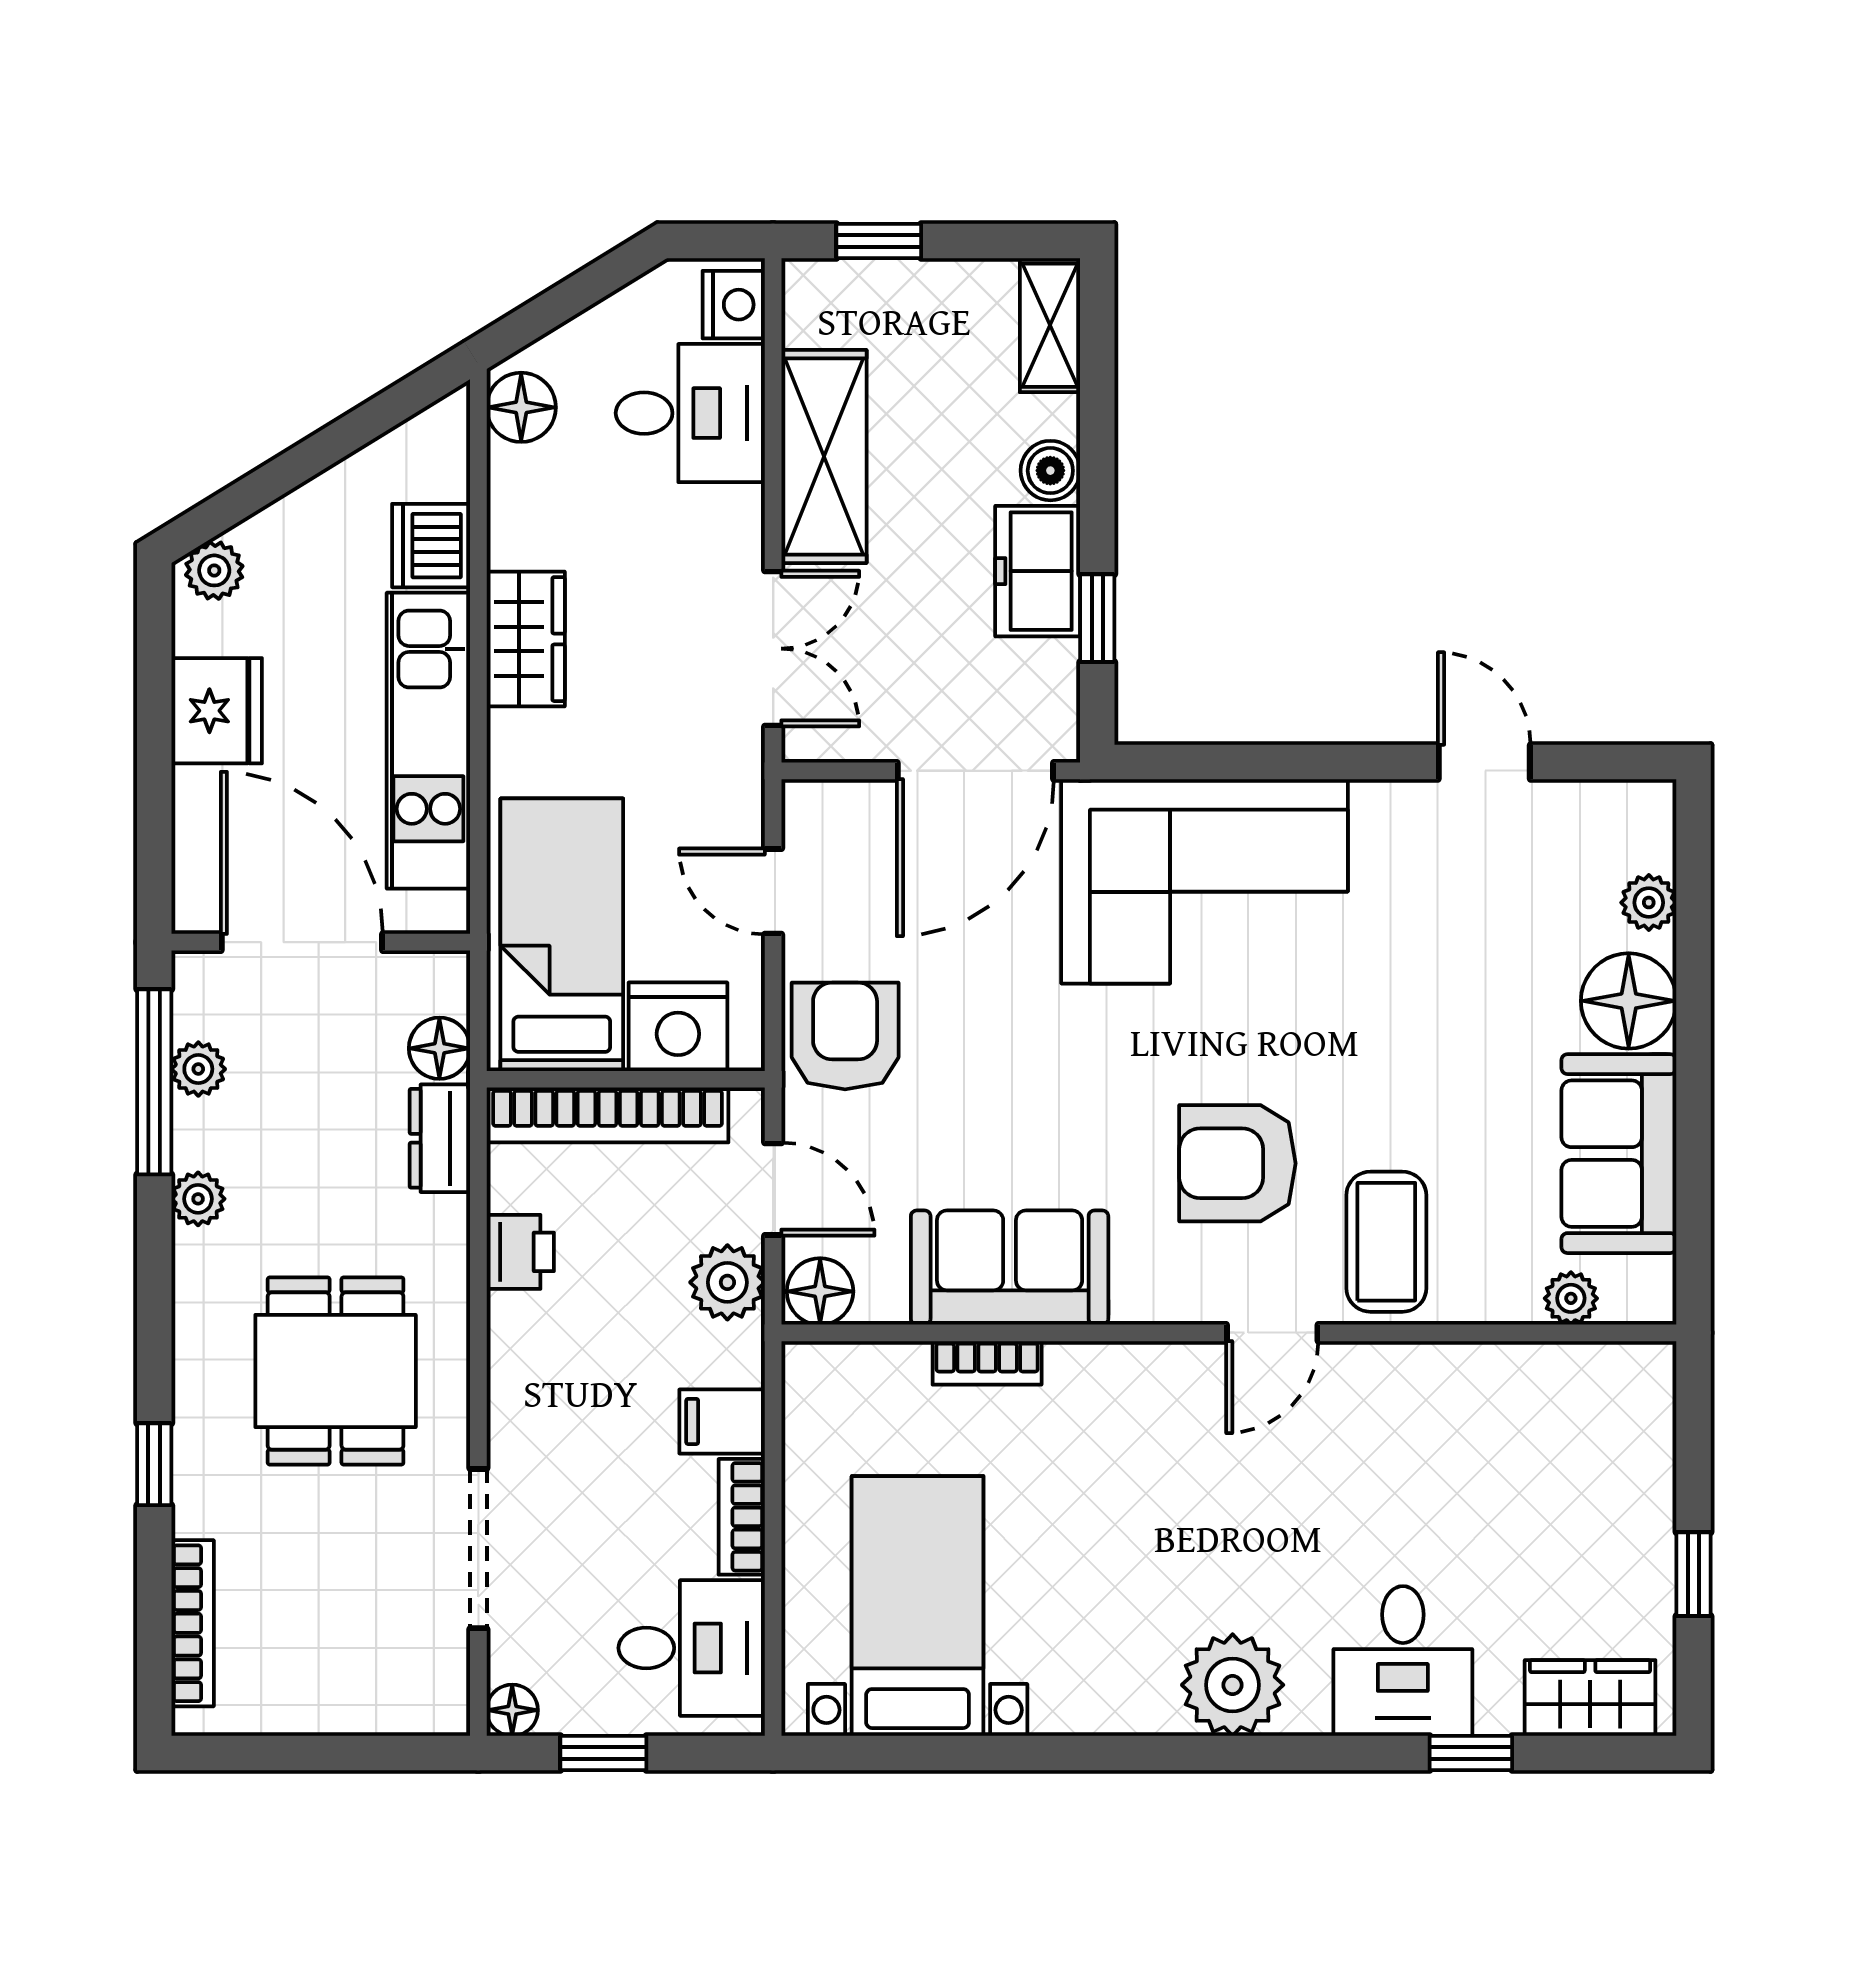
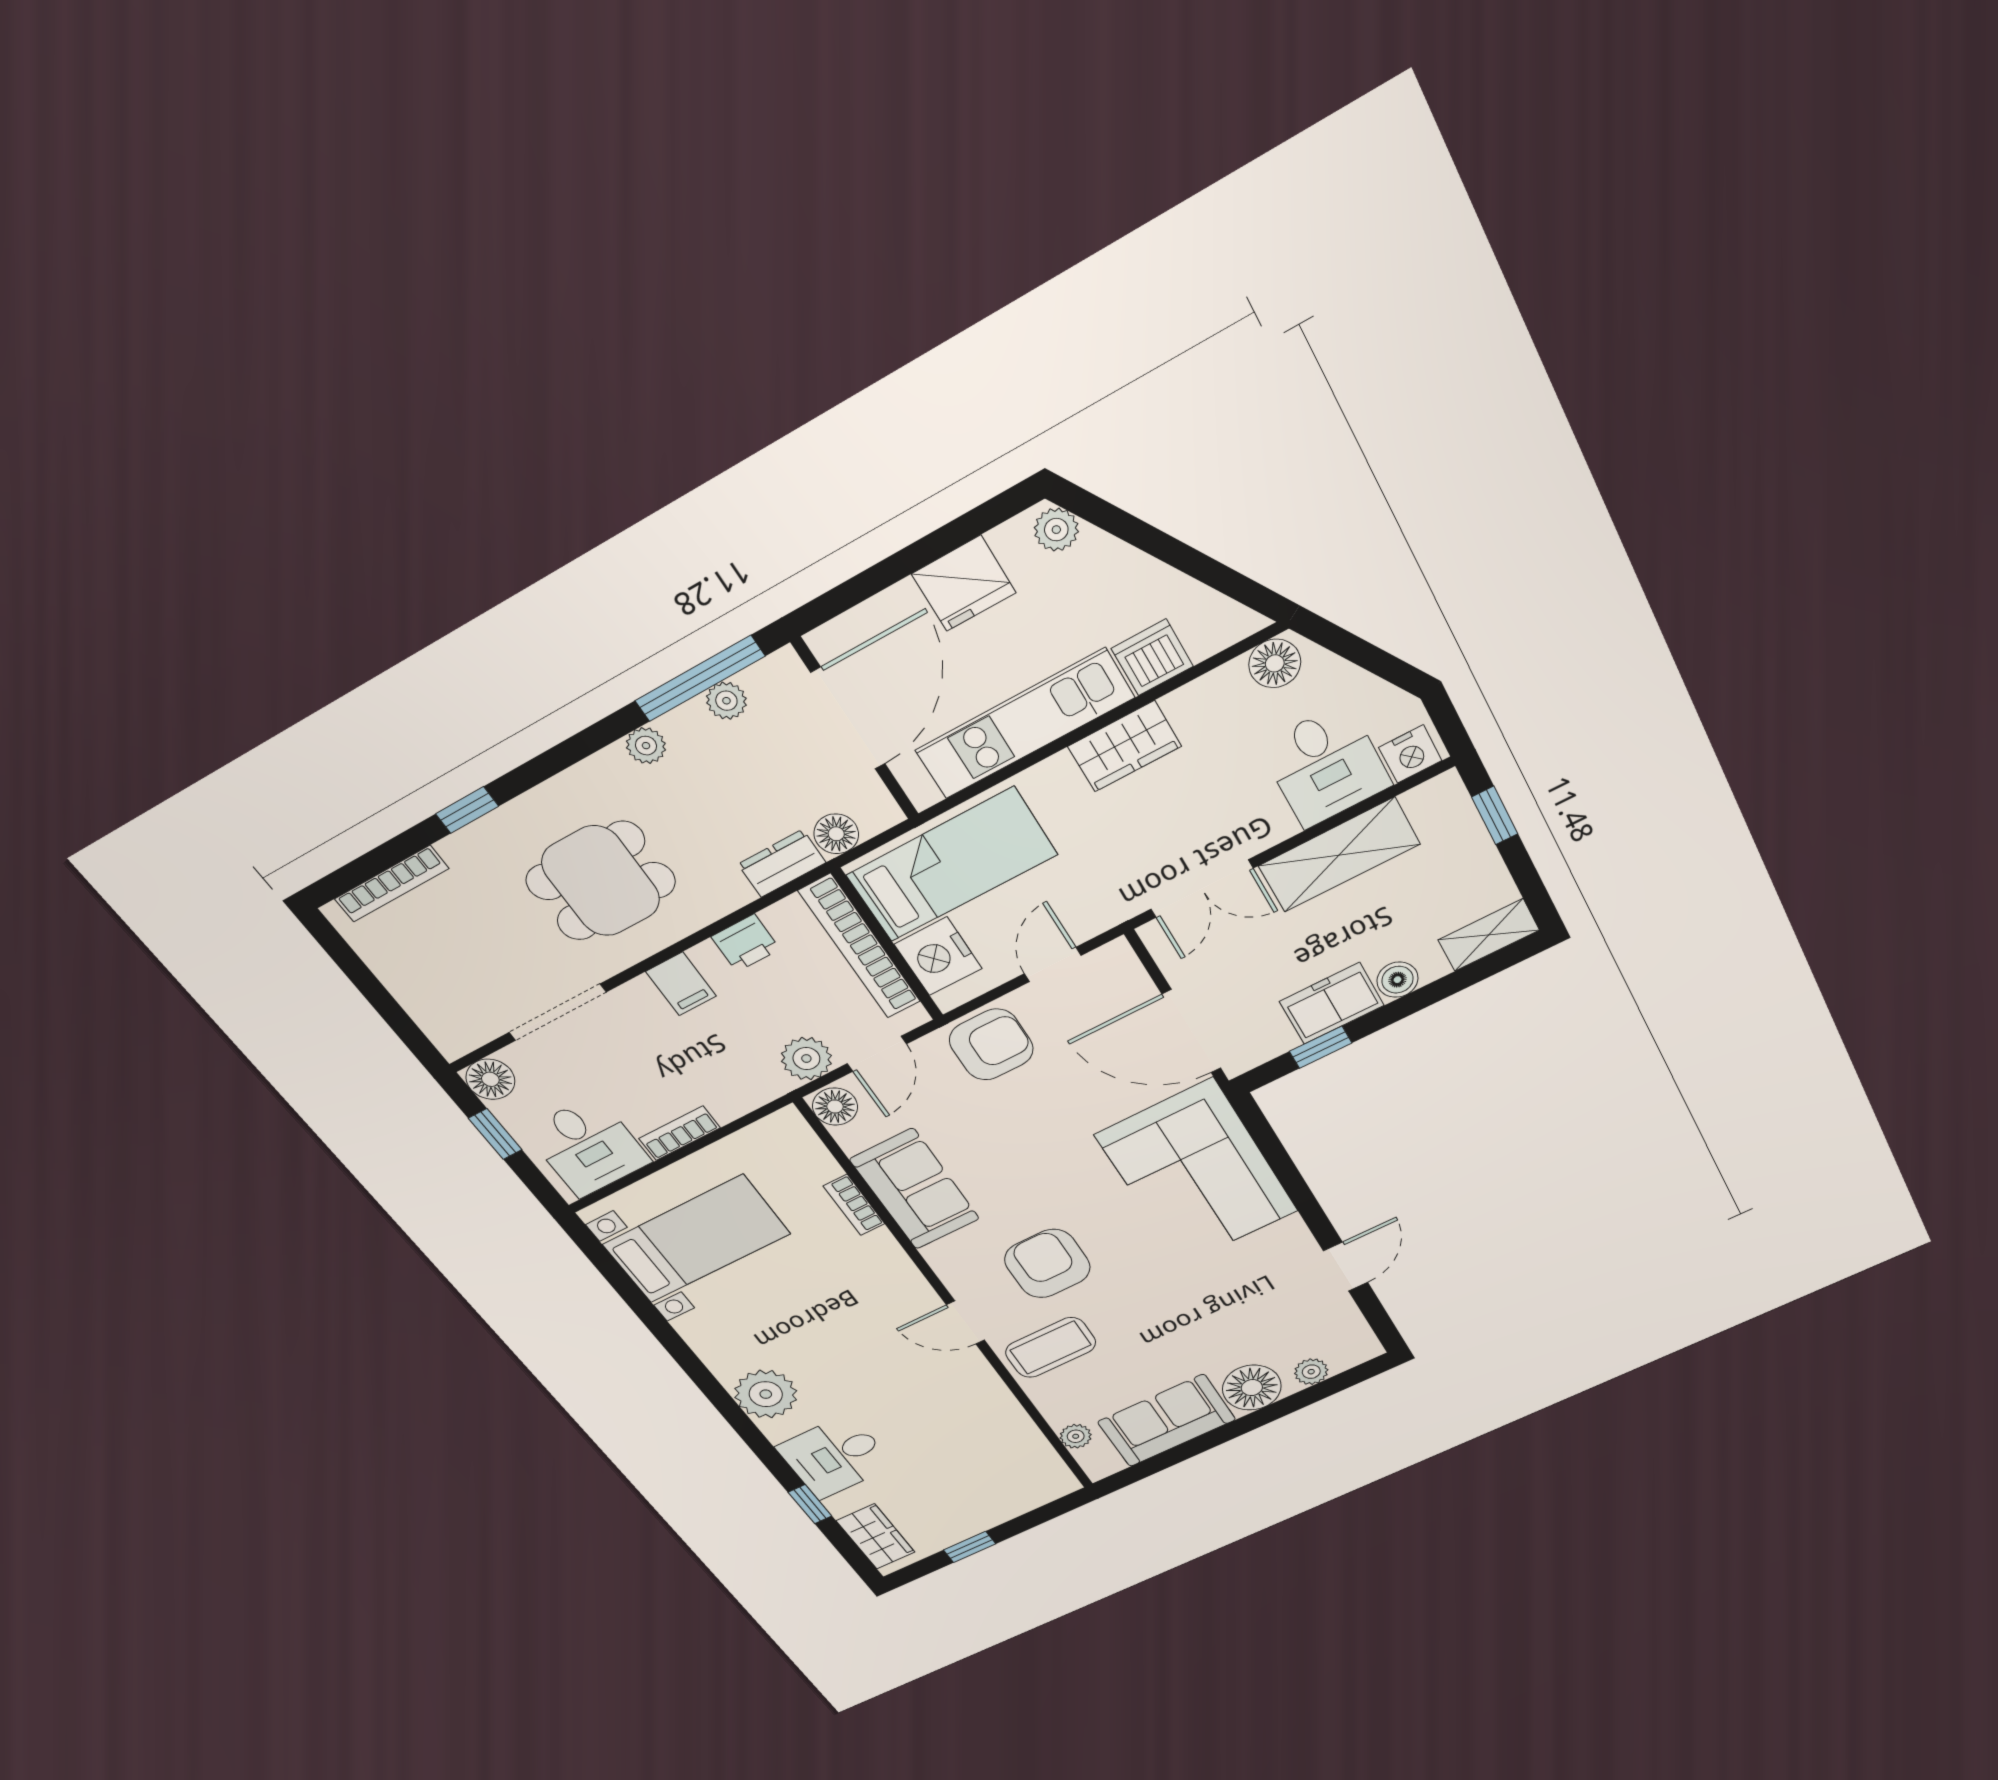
filing cabinet: (722, 1421) -> (681, 984), moved, turned 180
floor lamp: (512, 1710) -> (490, 1079), width x1.37, depth x1.37

